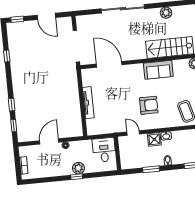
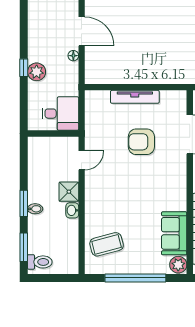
sofa: (158, 70) -> (174, 233), moved
armchair: (149, 105) -> (141, 142), moved, turned 90
window: (151, 169) -> (24, 203), moved

